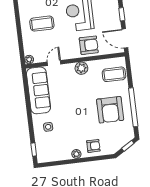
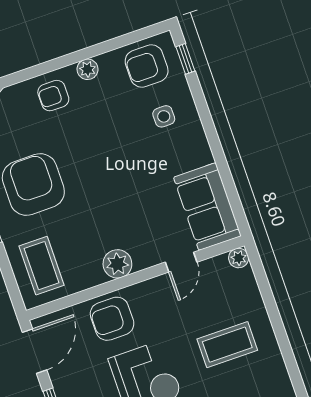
door: (125, 38) -> (35, 351), hinge flipped
coffee table: (114, 74) -> (42, 266), turned 90
sofa: (39, 90) -> (207, 207), width x0.73
armchair: (51, 150) -> (147, 66), added

